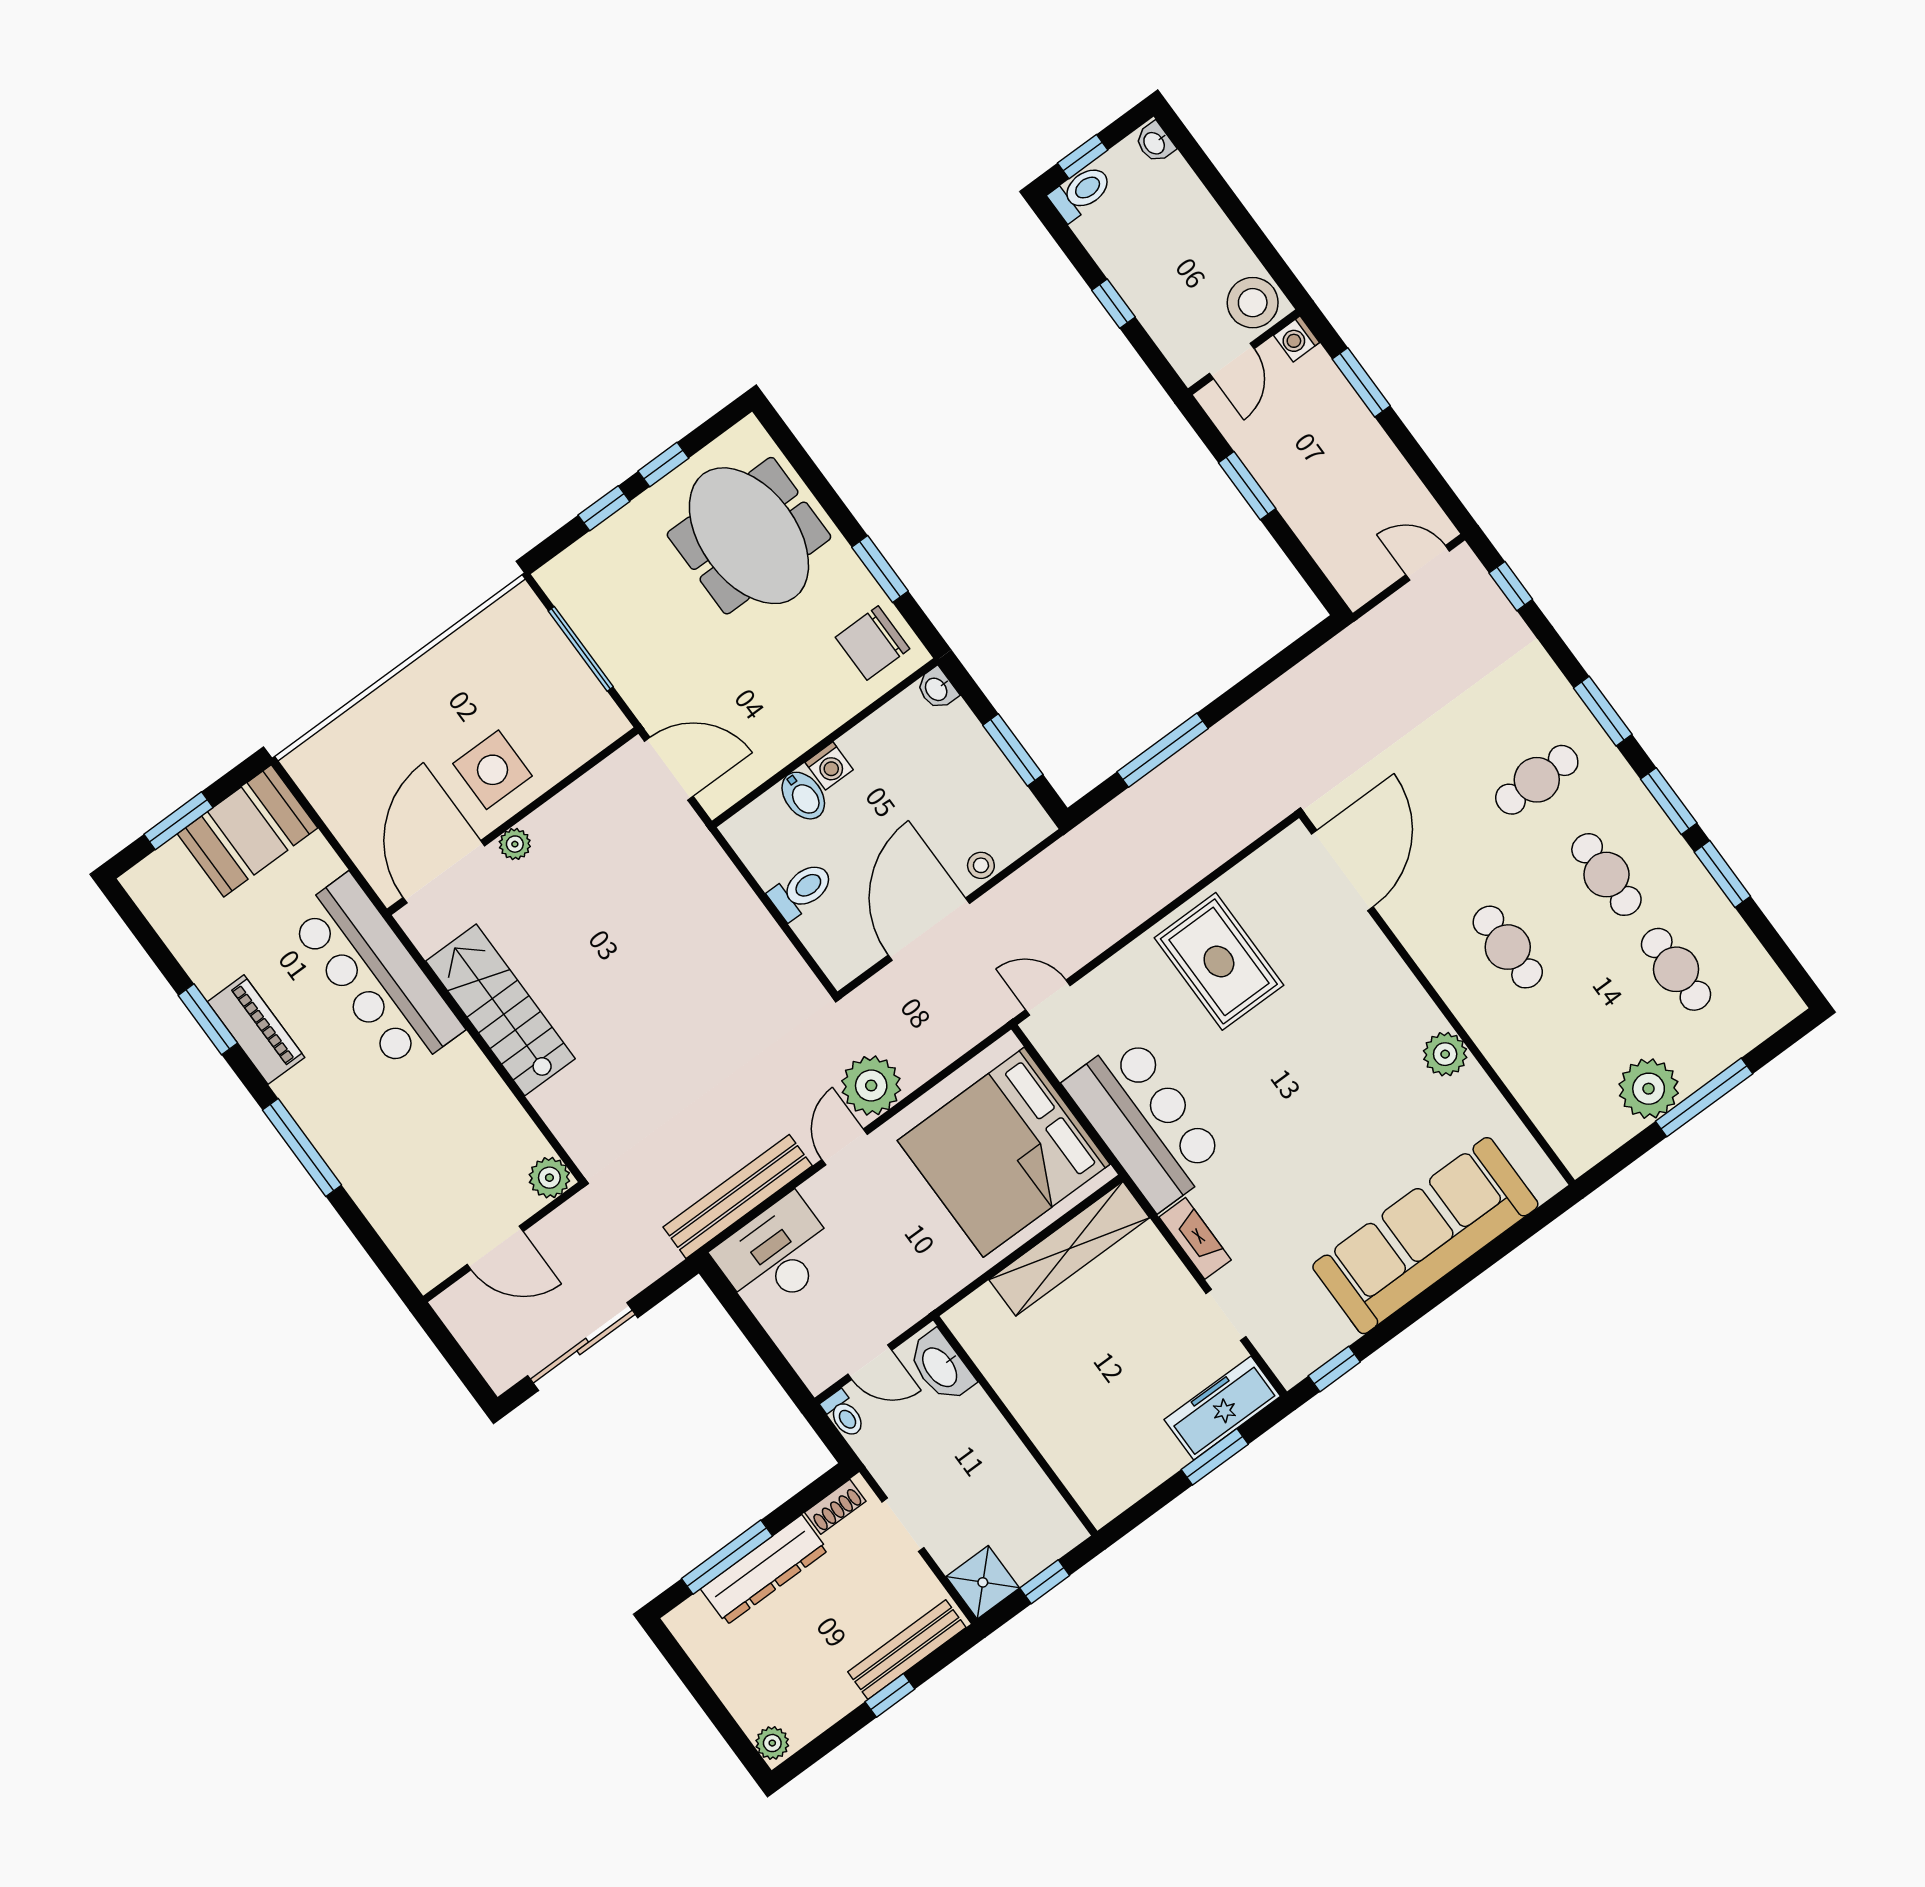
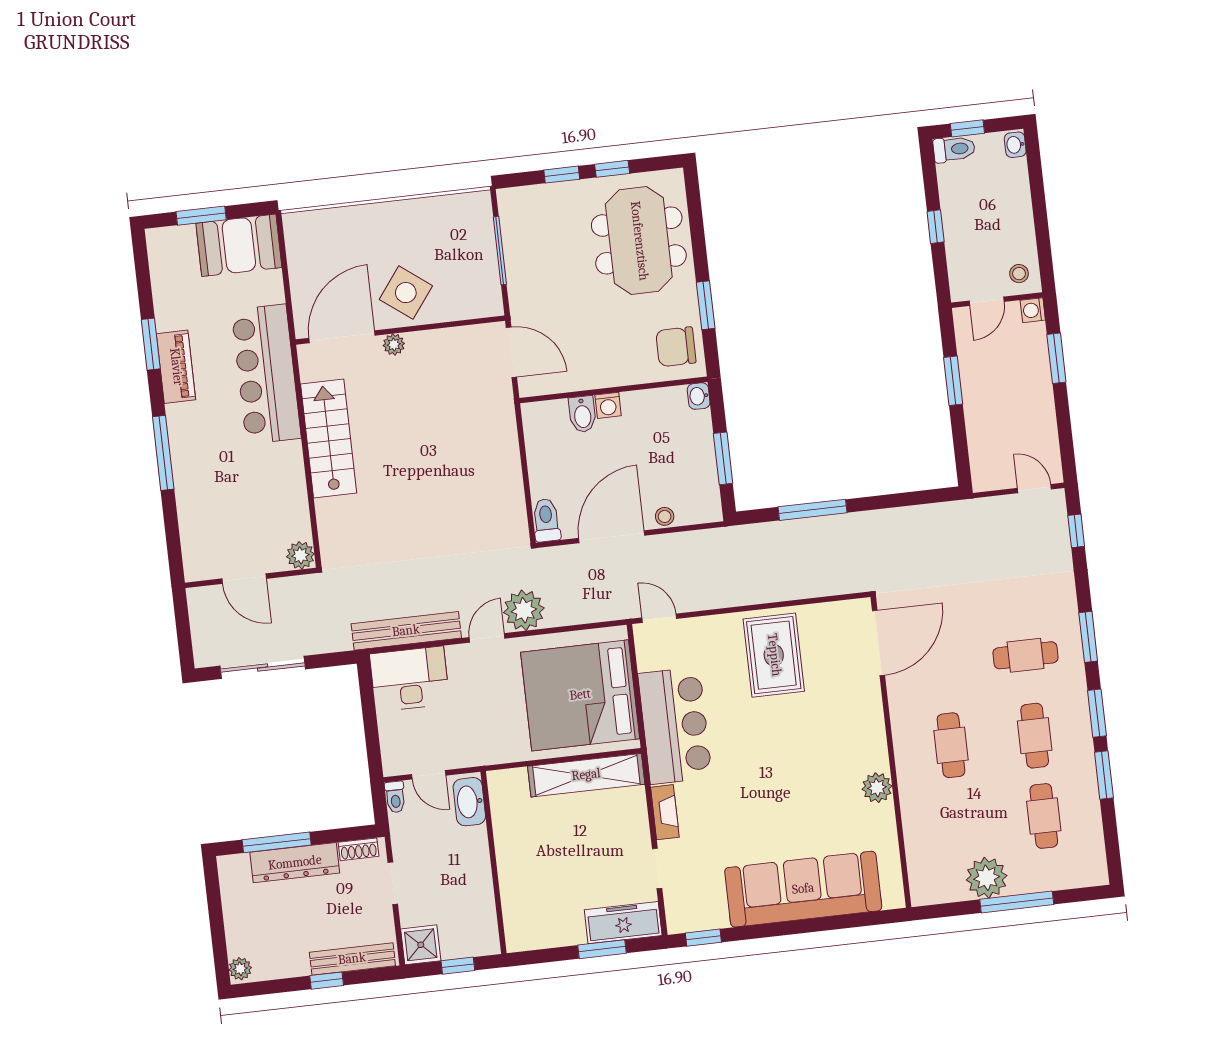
stool: (1253, 303) -> (1019, 274), width x0.53, depth x0.53
side table: (492, 770) -> (406, 293), turned 37
toilet: (801, 890) -> (546, 520), moved, turned -90

